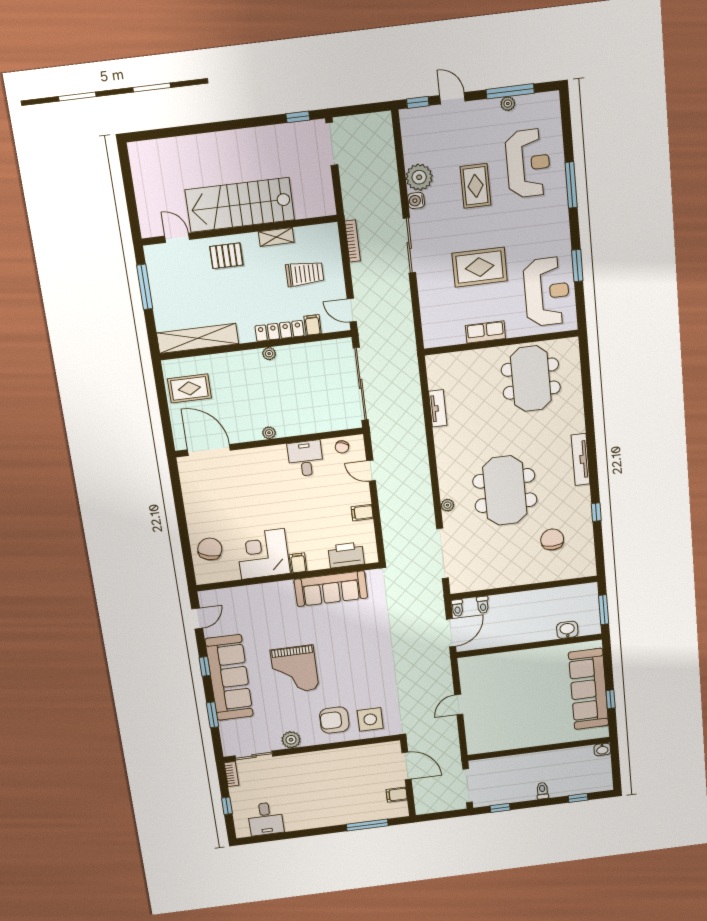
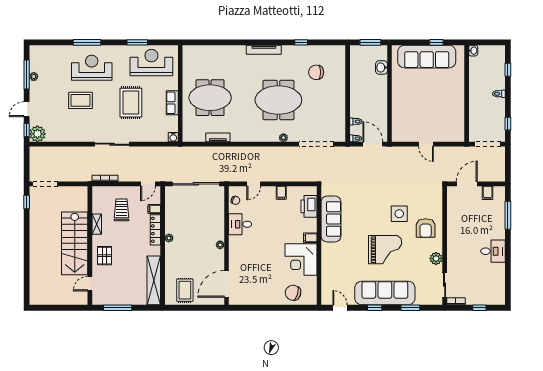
reception desk: (528, 163) -> (92, 68), moved
plant: (419, 177) -> (37, 134), moved
water cooler: (416, 200) -> (173, 137), moved
meeting table: (531, 379) -> (210, 98), moved
side table: (370, 719) -> (399, 214), moved
desk: (266, 819) -> (493, 251), moved

